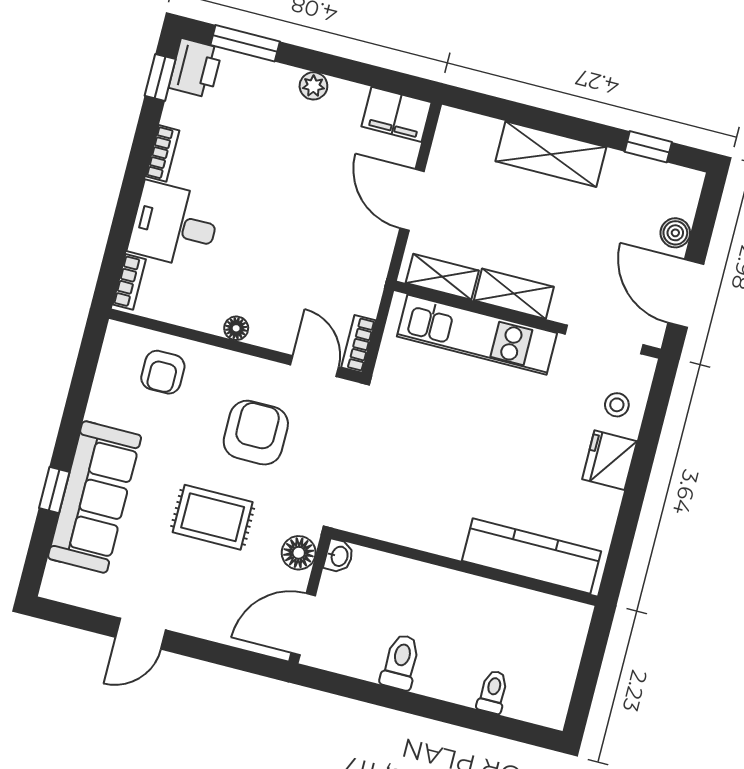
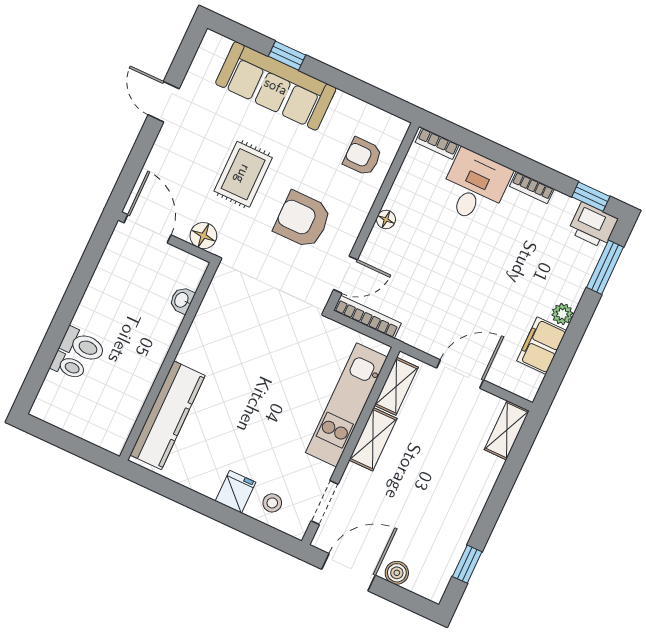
filing cabinet: (397, 114) -> (542, 346), moved
shelving: (551, 154) -> (507, 430), moved, width x0.67, depth x0.75
doorway: (604, 339) -> (325, 502), width x0.73
bookcase: (358, 344) -> (367, 317), width x1.56
armchair: (256, 433) -> (303, 220), turned 180
fridge: (610, 460) -> (235, 492), width x0.72
washbasin: (339, 556) -> (182, 300), moved, turned 90
toilet: (401, 662) -> (83, 345), moved

